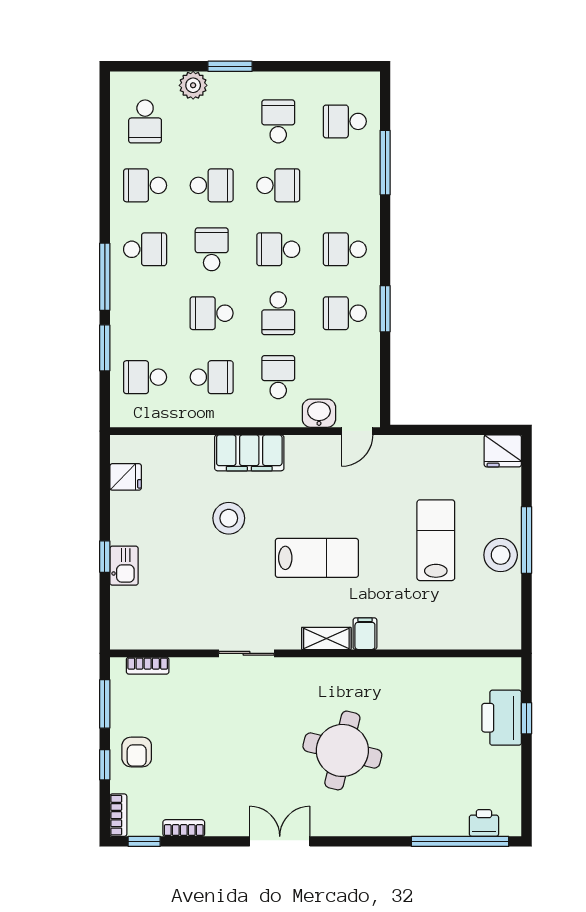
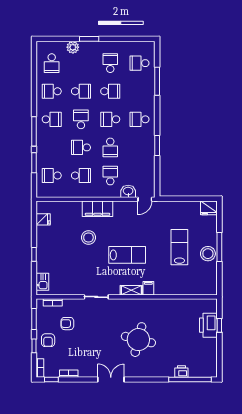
school desk: (345, 313) -> (139, 147), removed
kitchen sink: (124, 566) -> (42, 282), moved
armchair: (181, 714) -> (67, 324), added
printer: (484, 823) -> (181, 371), moved

